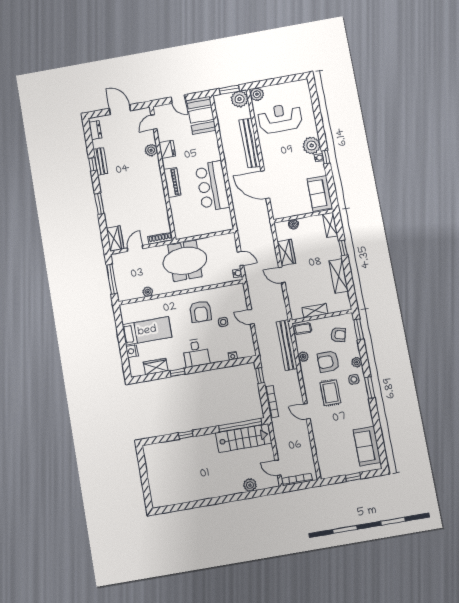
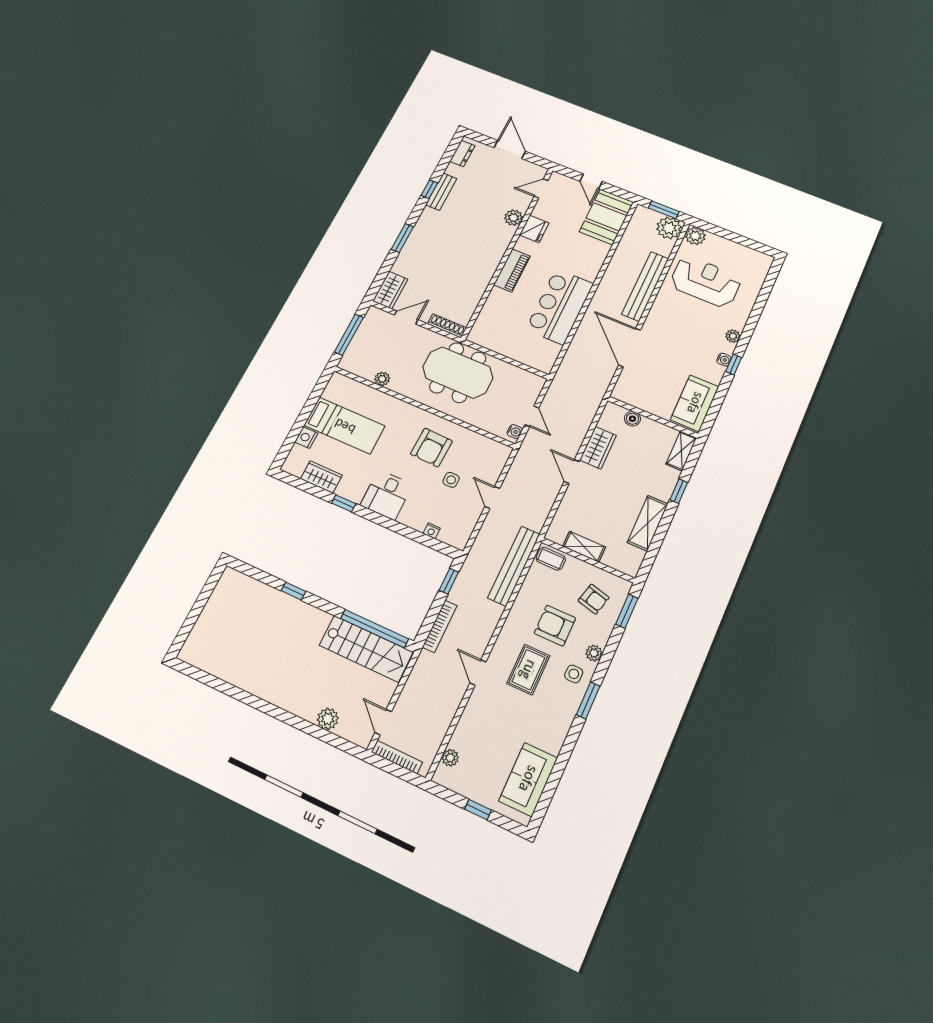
plant: (312, 146) -> (733, 336), width x0.53, depth x0.53
plant: (303, 357) -> (450, 758), moved

